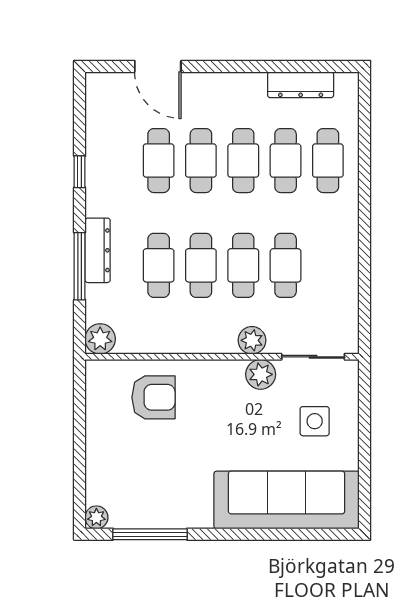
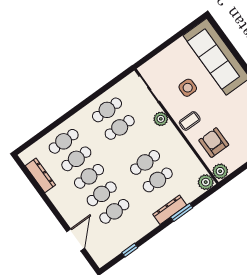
window: (80, 172) -> (130, 250), moved
cafe table: (243, 265) -> (107, 110), moved
window: (80, 266) -> (182, 212), width x0.69
plant: (261, 374) -> (220, 171), moved
coffee table: (215, 384) -> (190, 121), added
side table: (315, 421) -> (188, 88), moved

